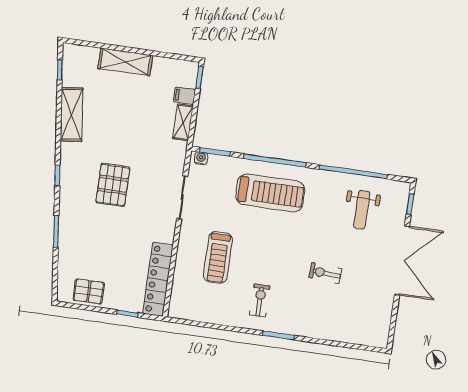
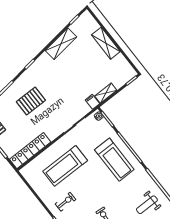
filing cabinet: (184, 96) -> (92, 102), moved
pallet: (113, 185) -> (31, 101), moved
treadmill: (218, 257) -> (65, 166), width x1.37, depth x1.38

